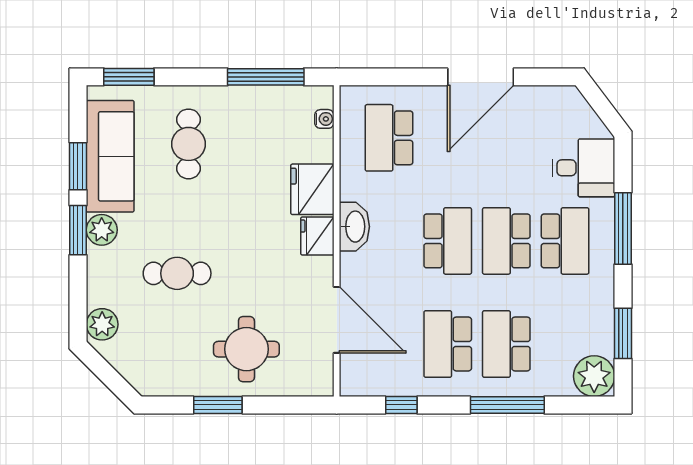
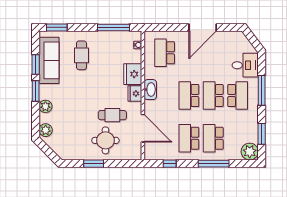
plant: (102, 230) -> (45, 106), moved
school desk: (448, 241) -> (189, 96), turned 180
cafe table: (177, 273) -> (112, 115), moved

